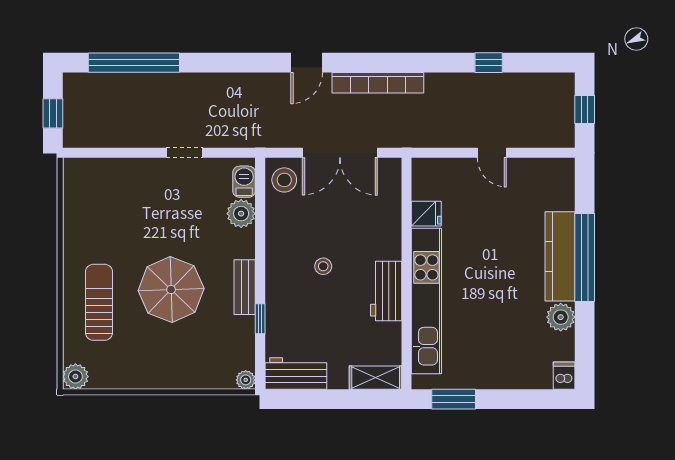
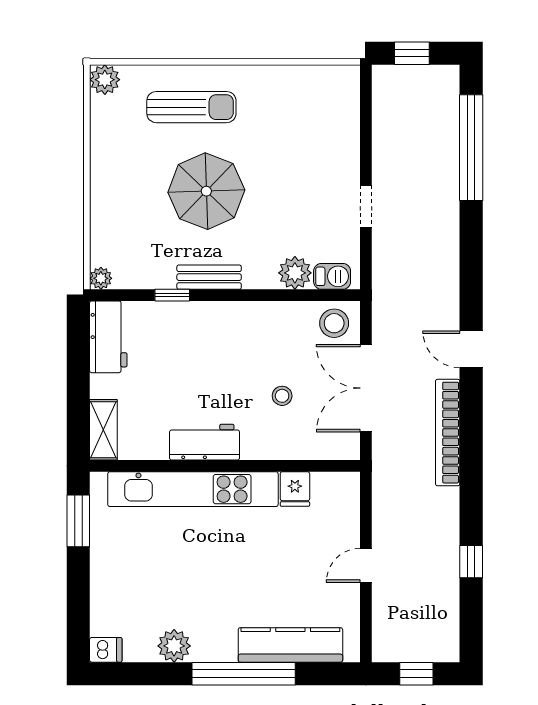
kitchen counter: (560, 256) -> (290, 645), moved
stool: (323, 266) -> (282, 396), moved

